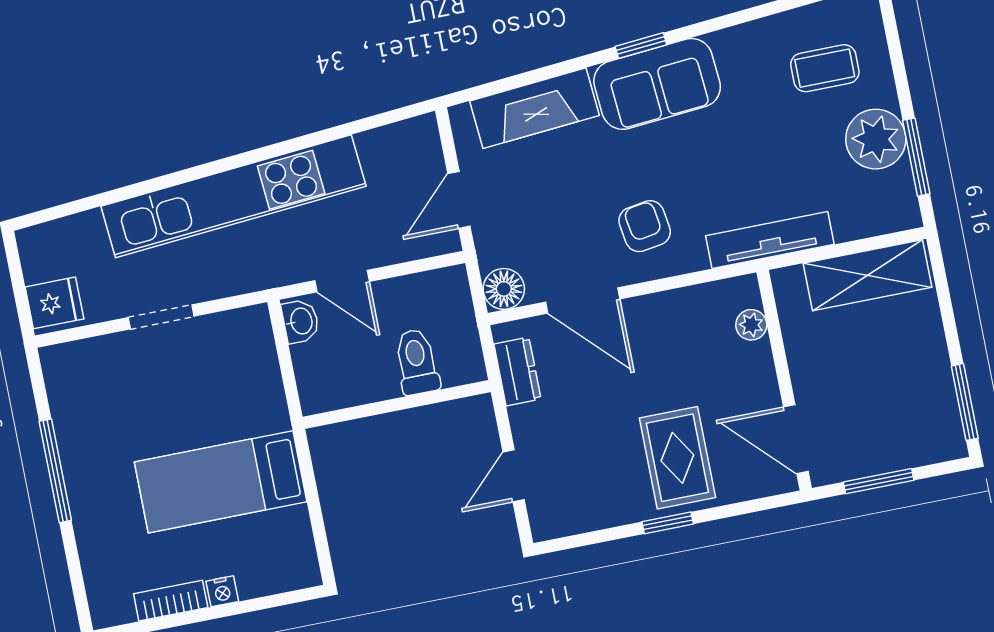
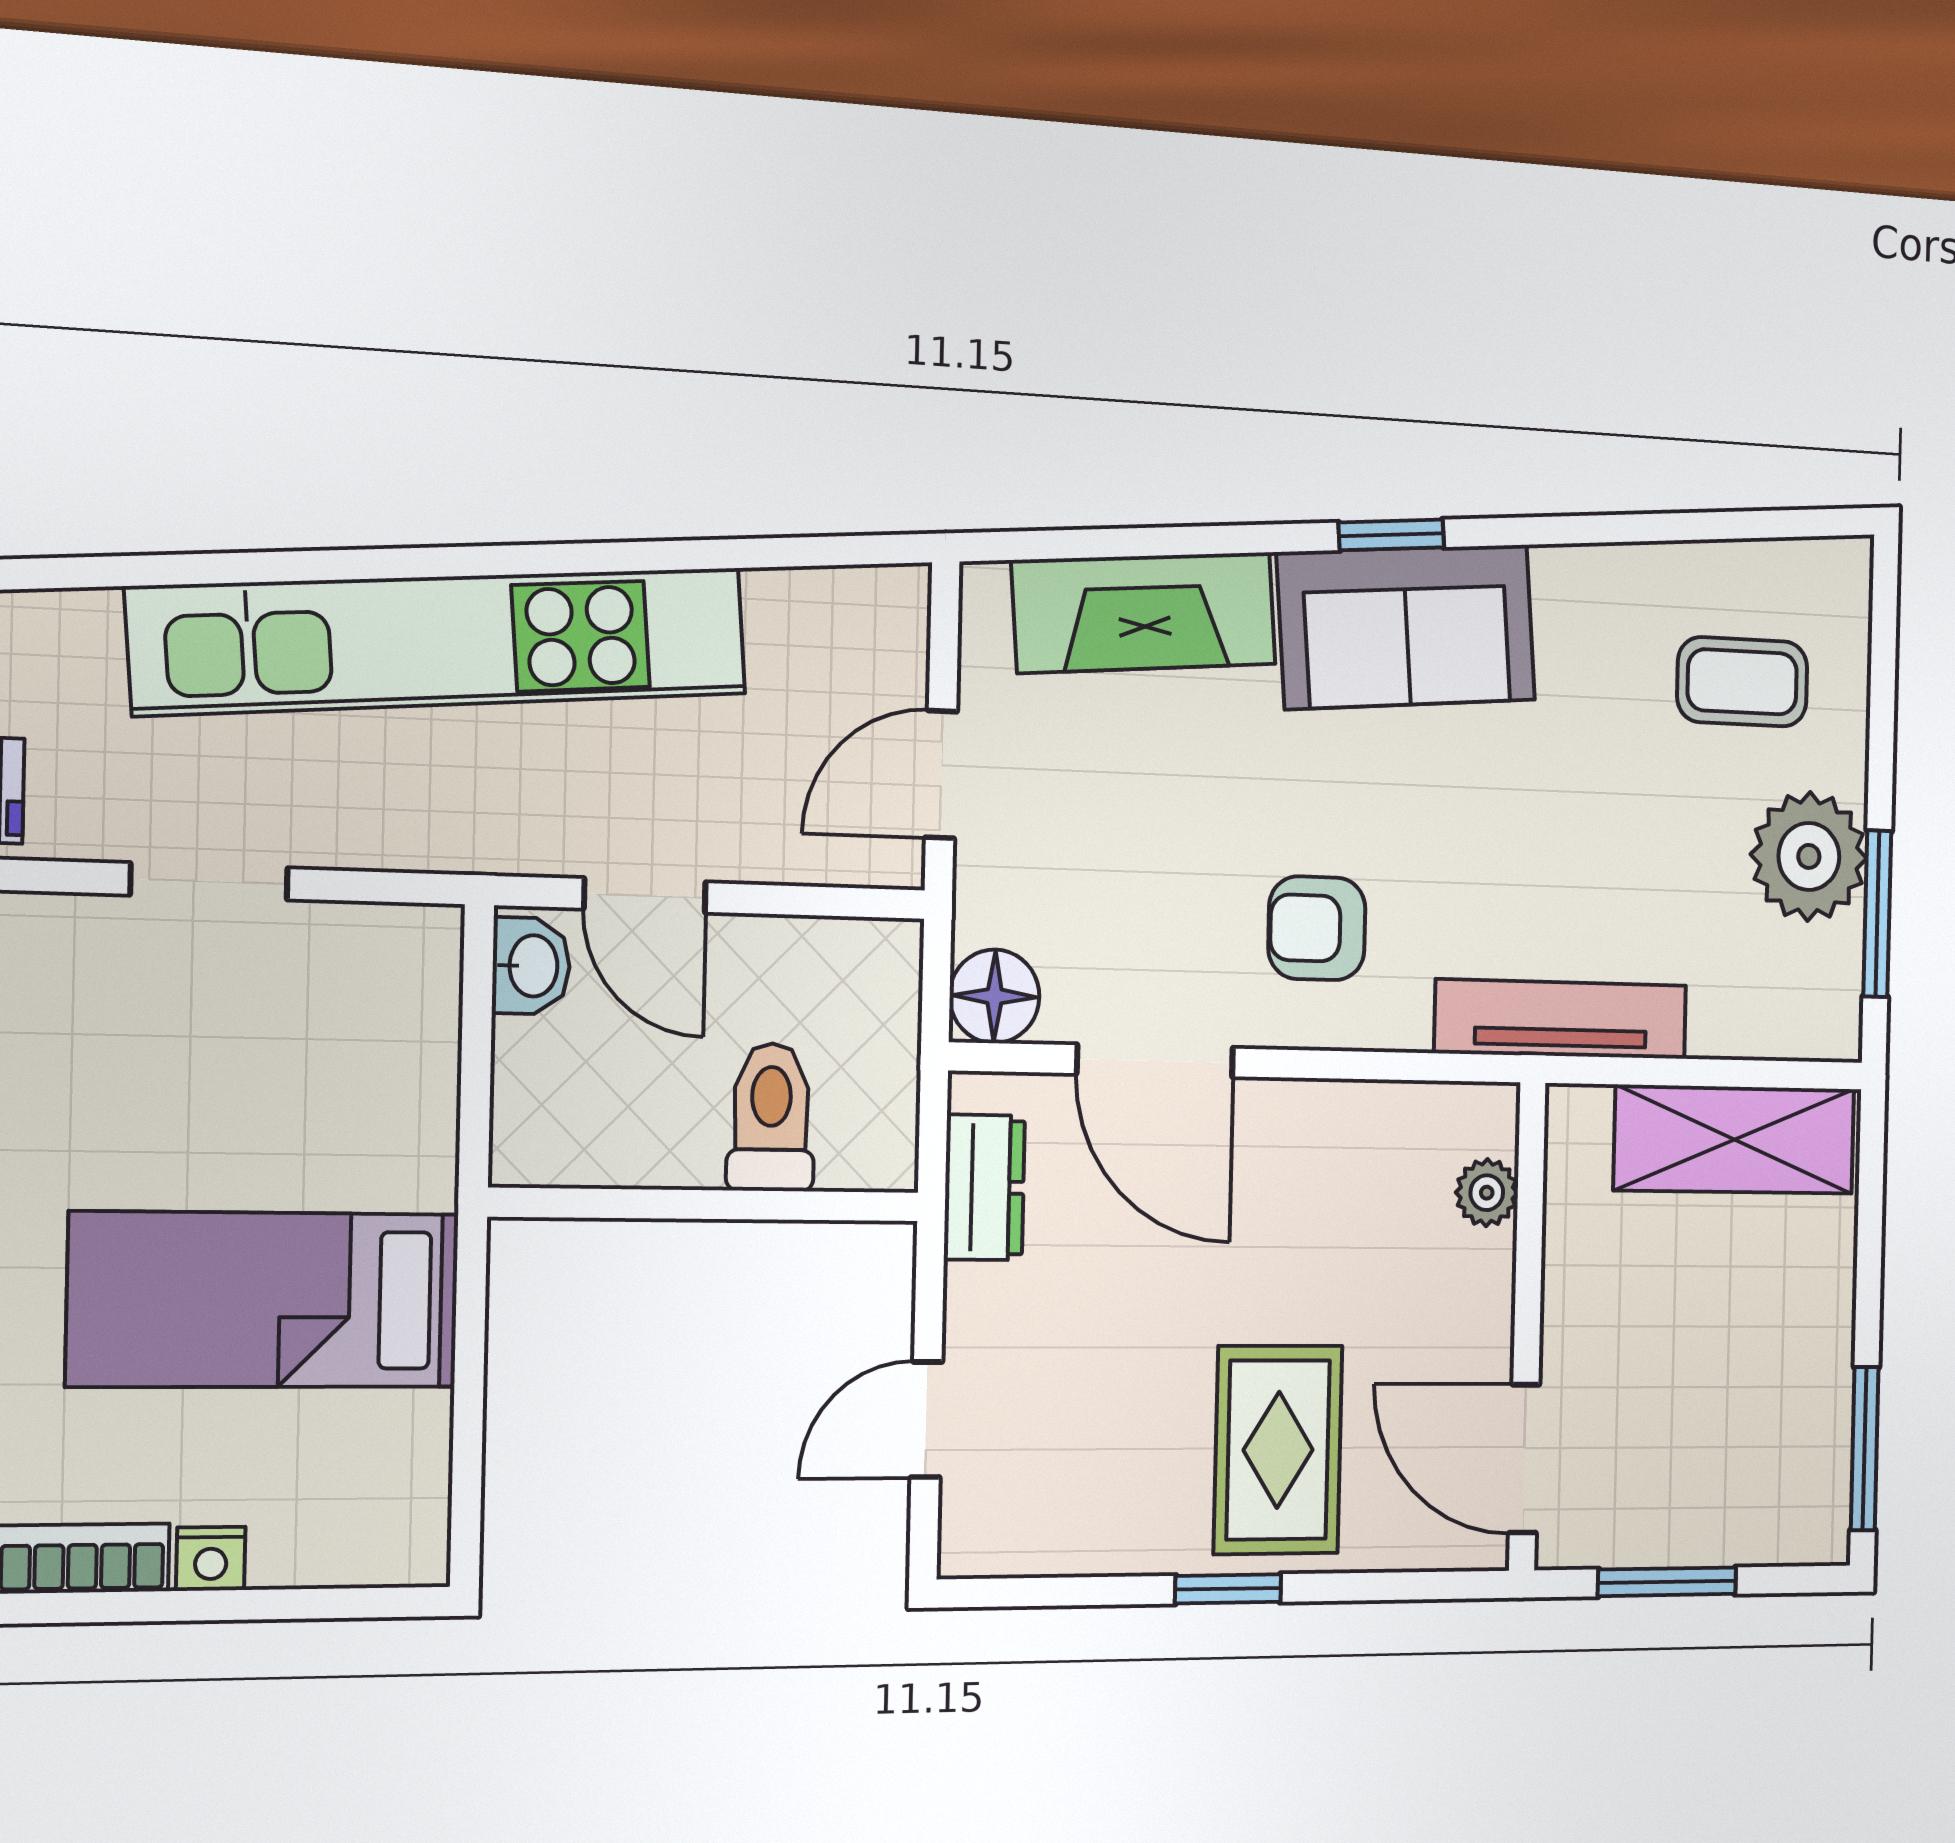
armchair: (645, 226) -> (1317, 928), turned -81

